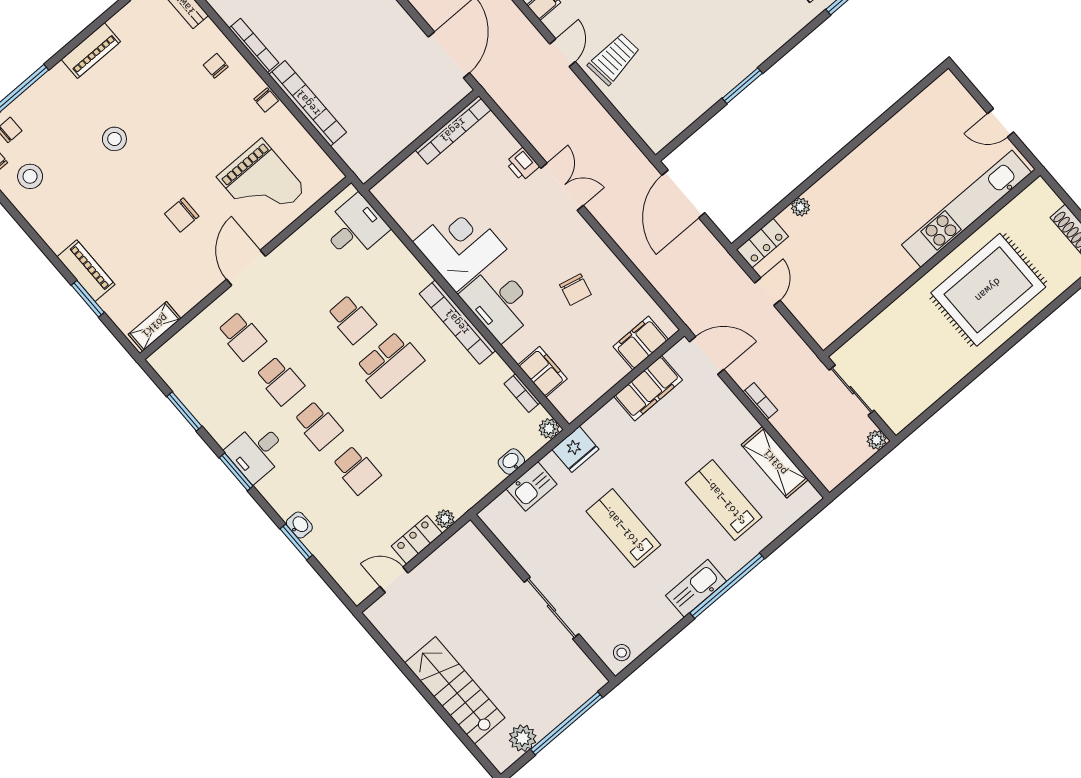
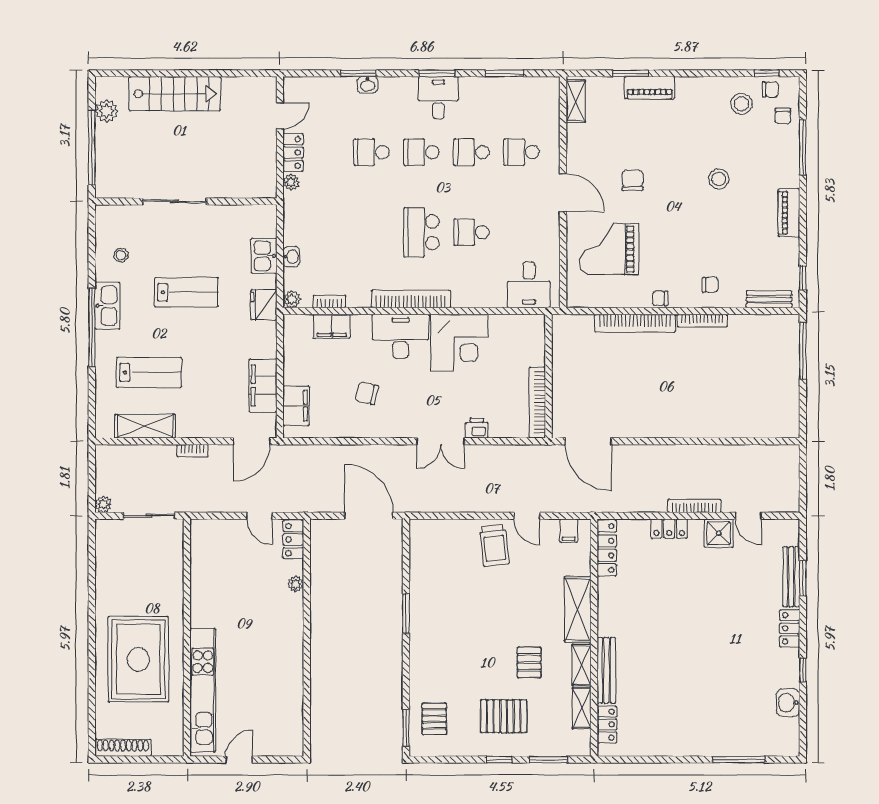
stool: (622, 653) -> (121, 255), moved

